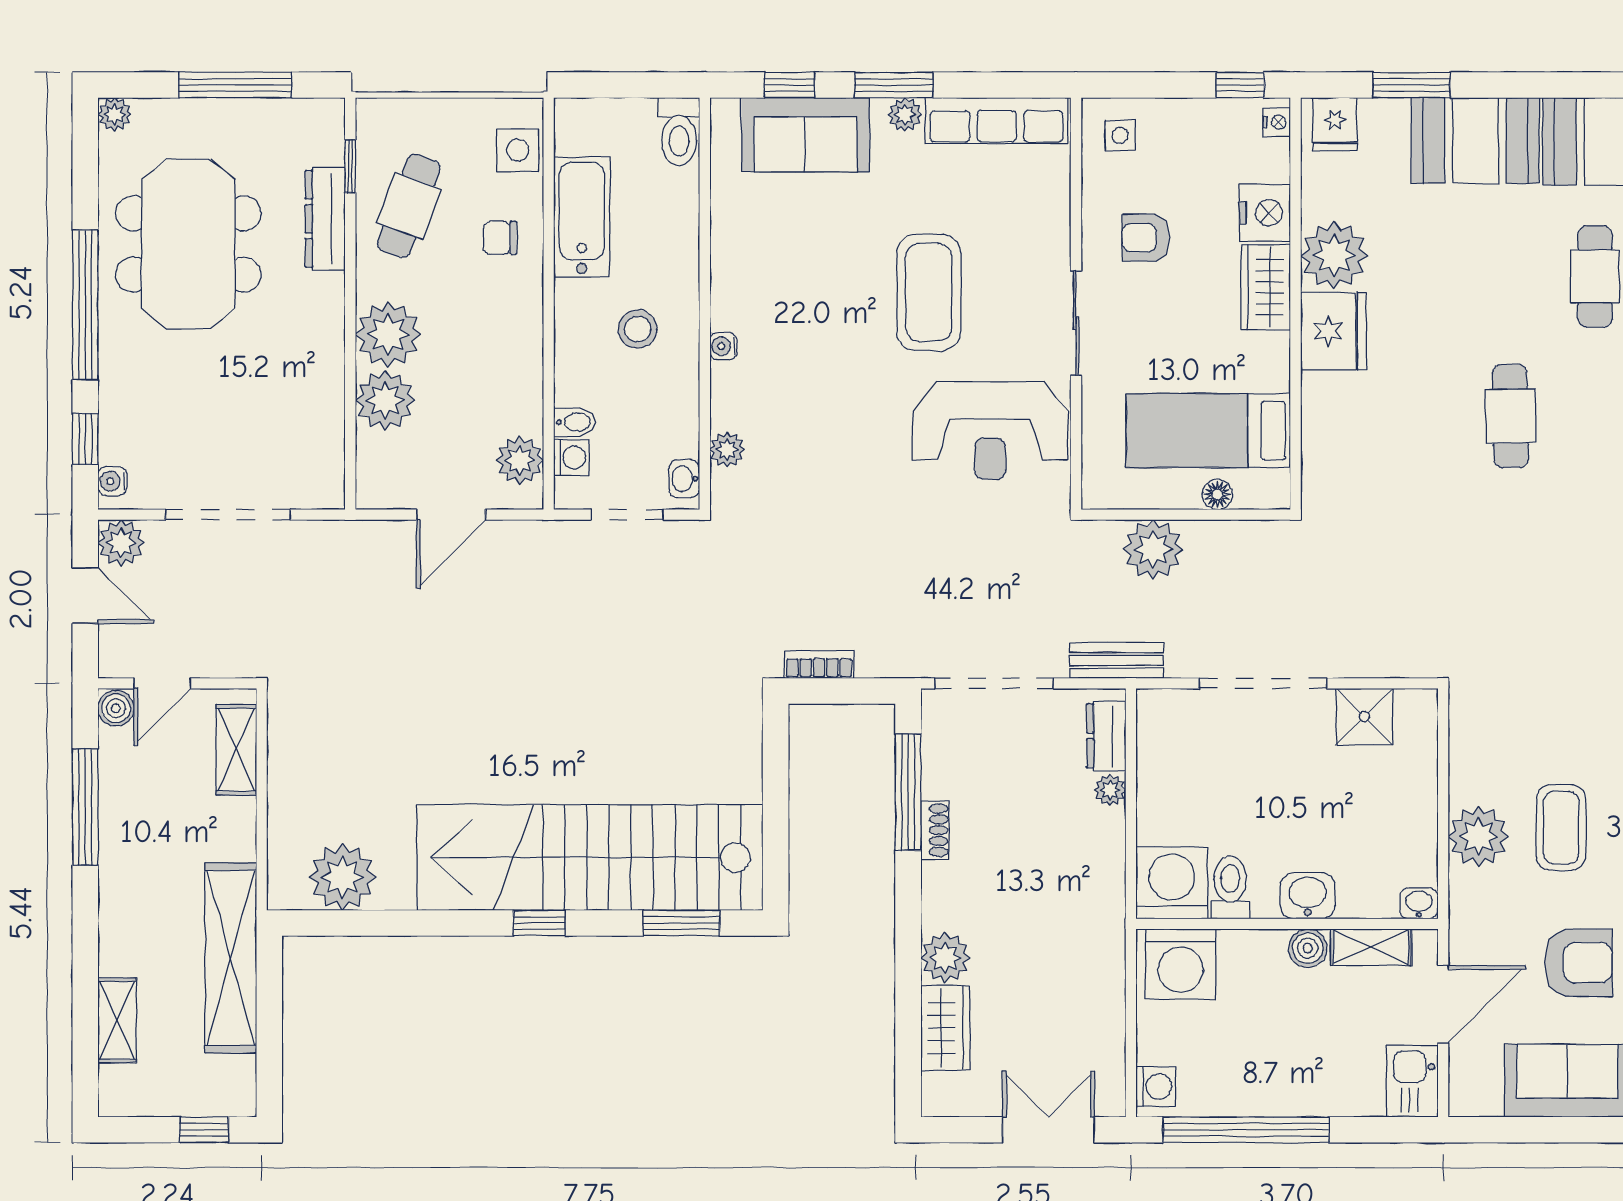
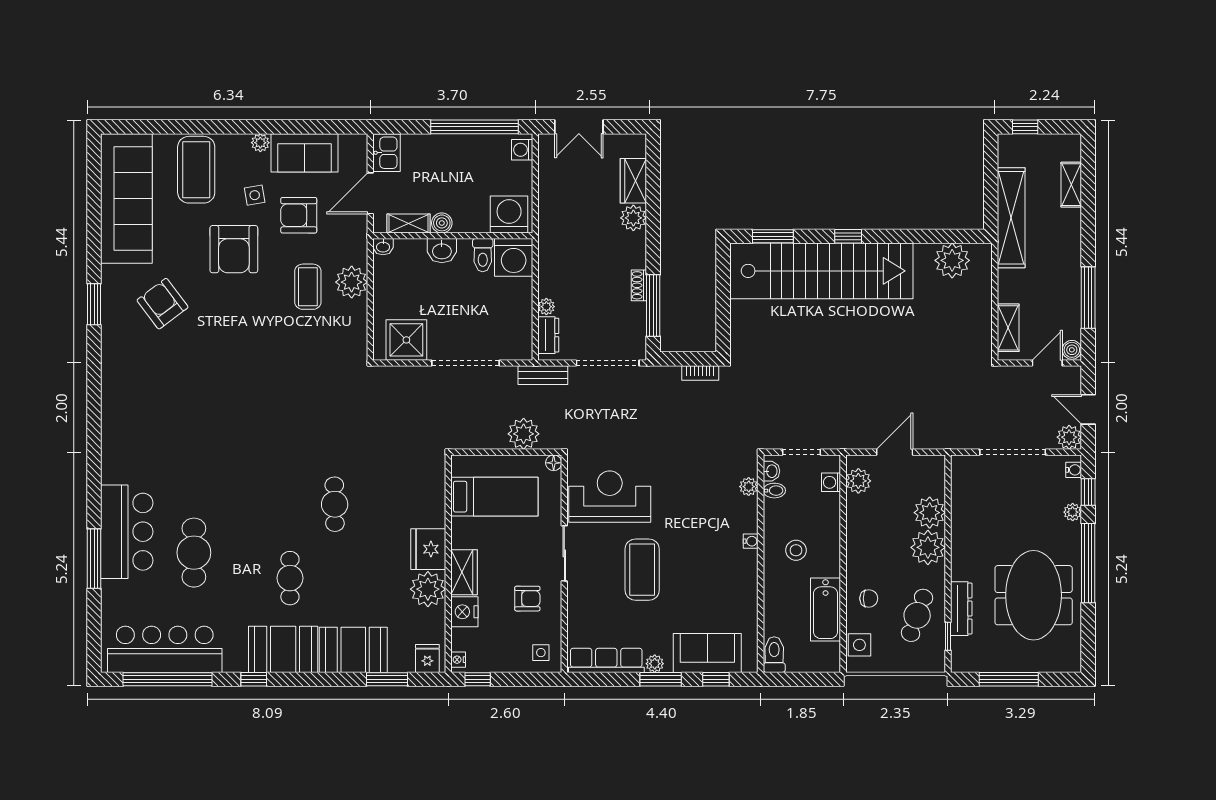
plant: (115, 114) -> (1073, 512), moved
bidet: (575, 422) -> (774, 491), moved, turned 180
floor lamp: (1217, 494) -> (554, 463), moved
shower: (1364, 717) -> (406, 340), width x1.36, depth x1.36

